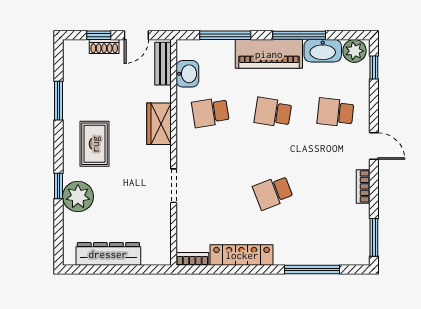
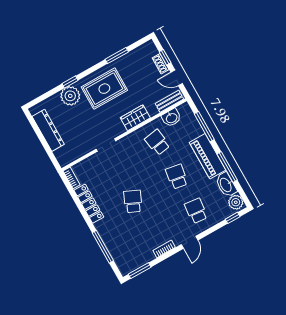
rug: (95, 144) -> (104, 89), width x1.36, depth x1.43
school desk: (273, 192) -> (133, 201), turned 45

